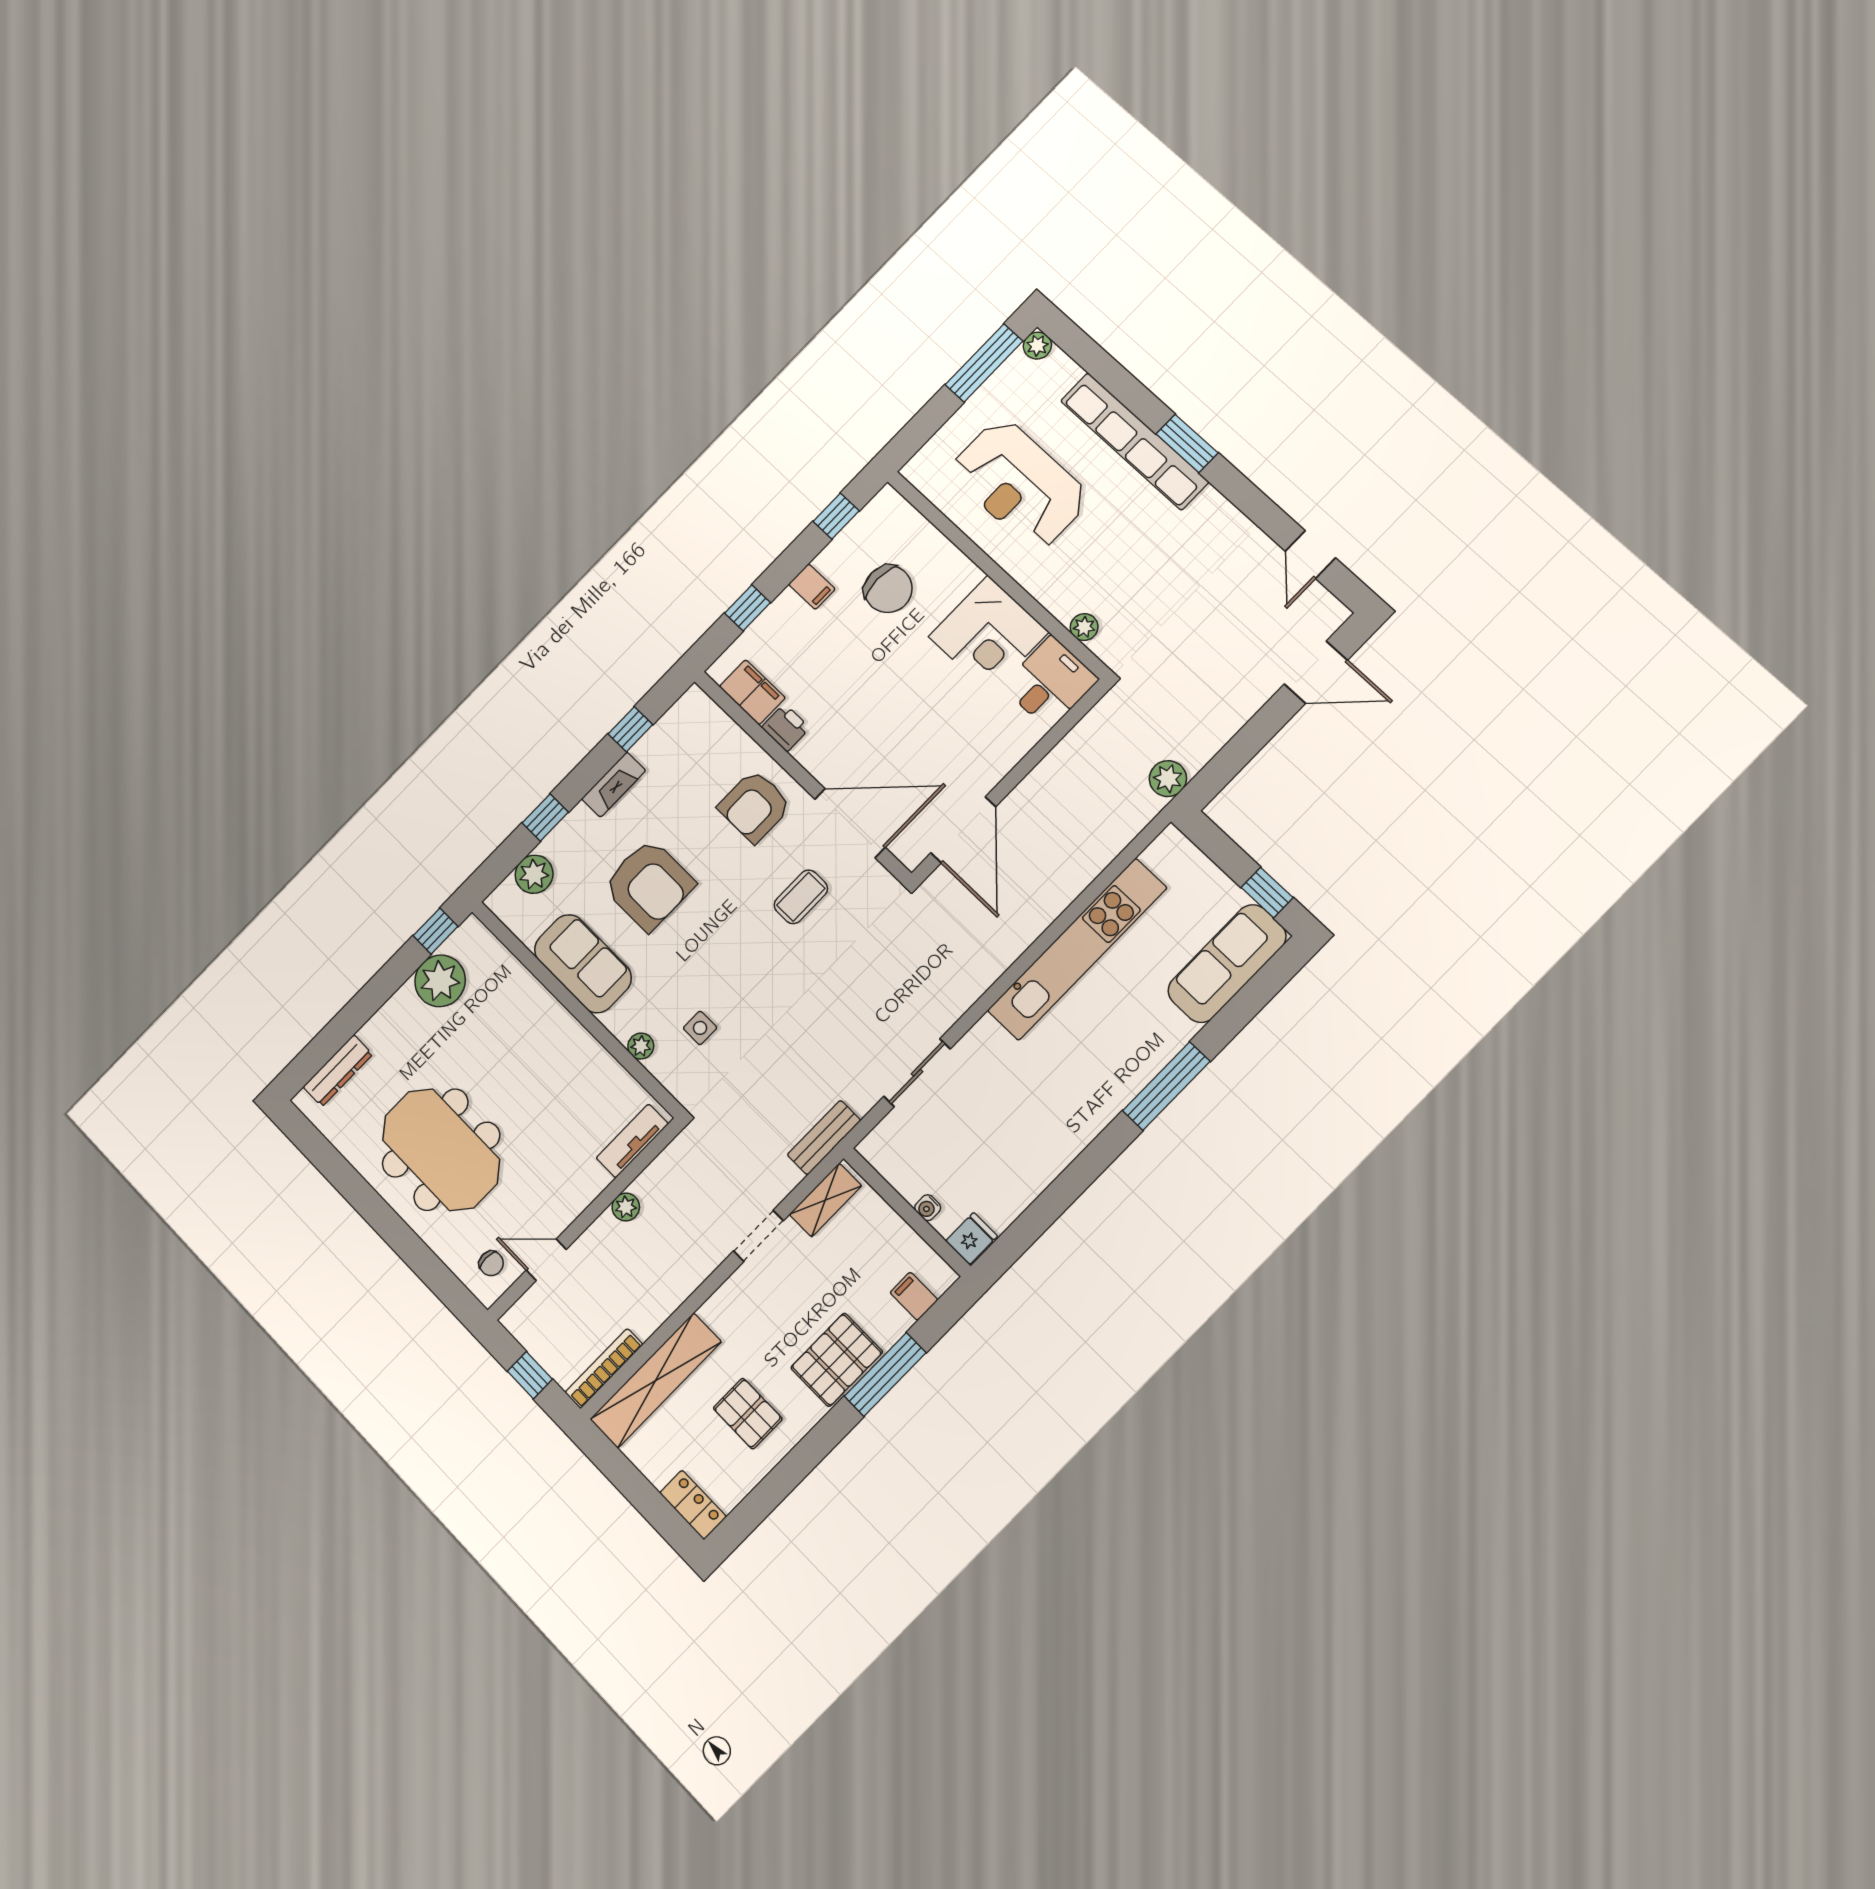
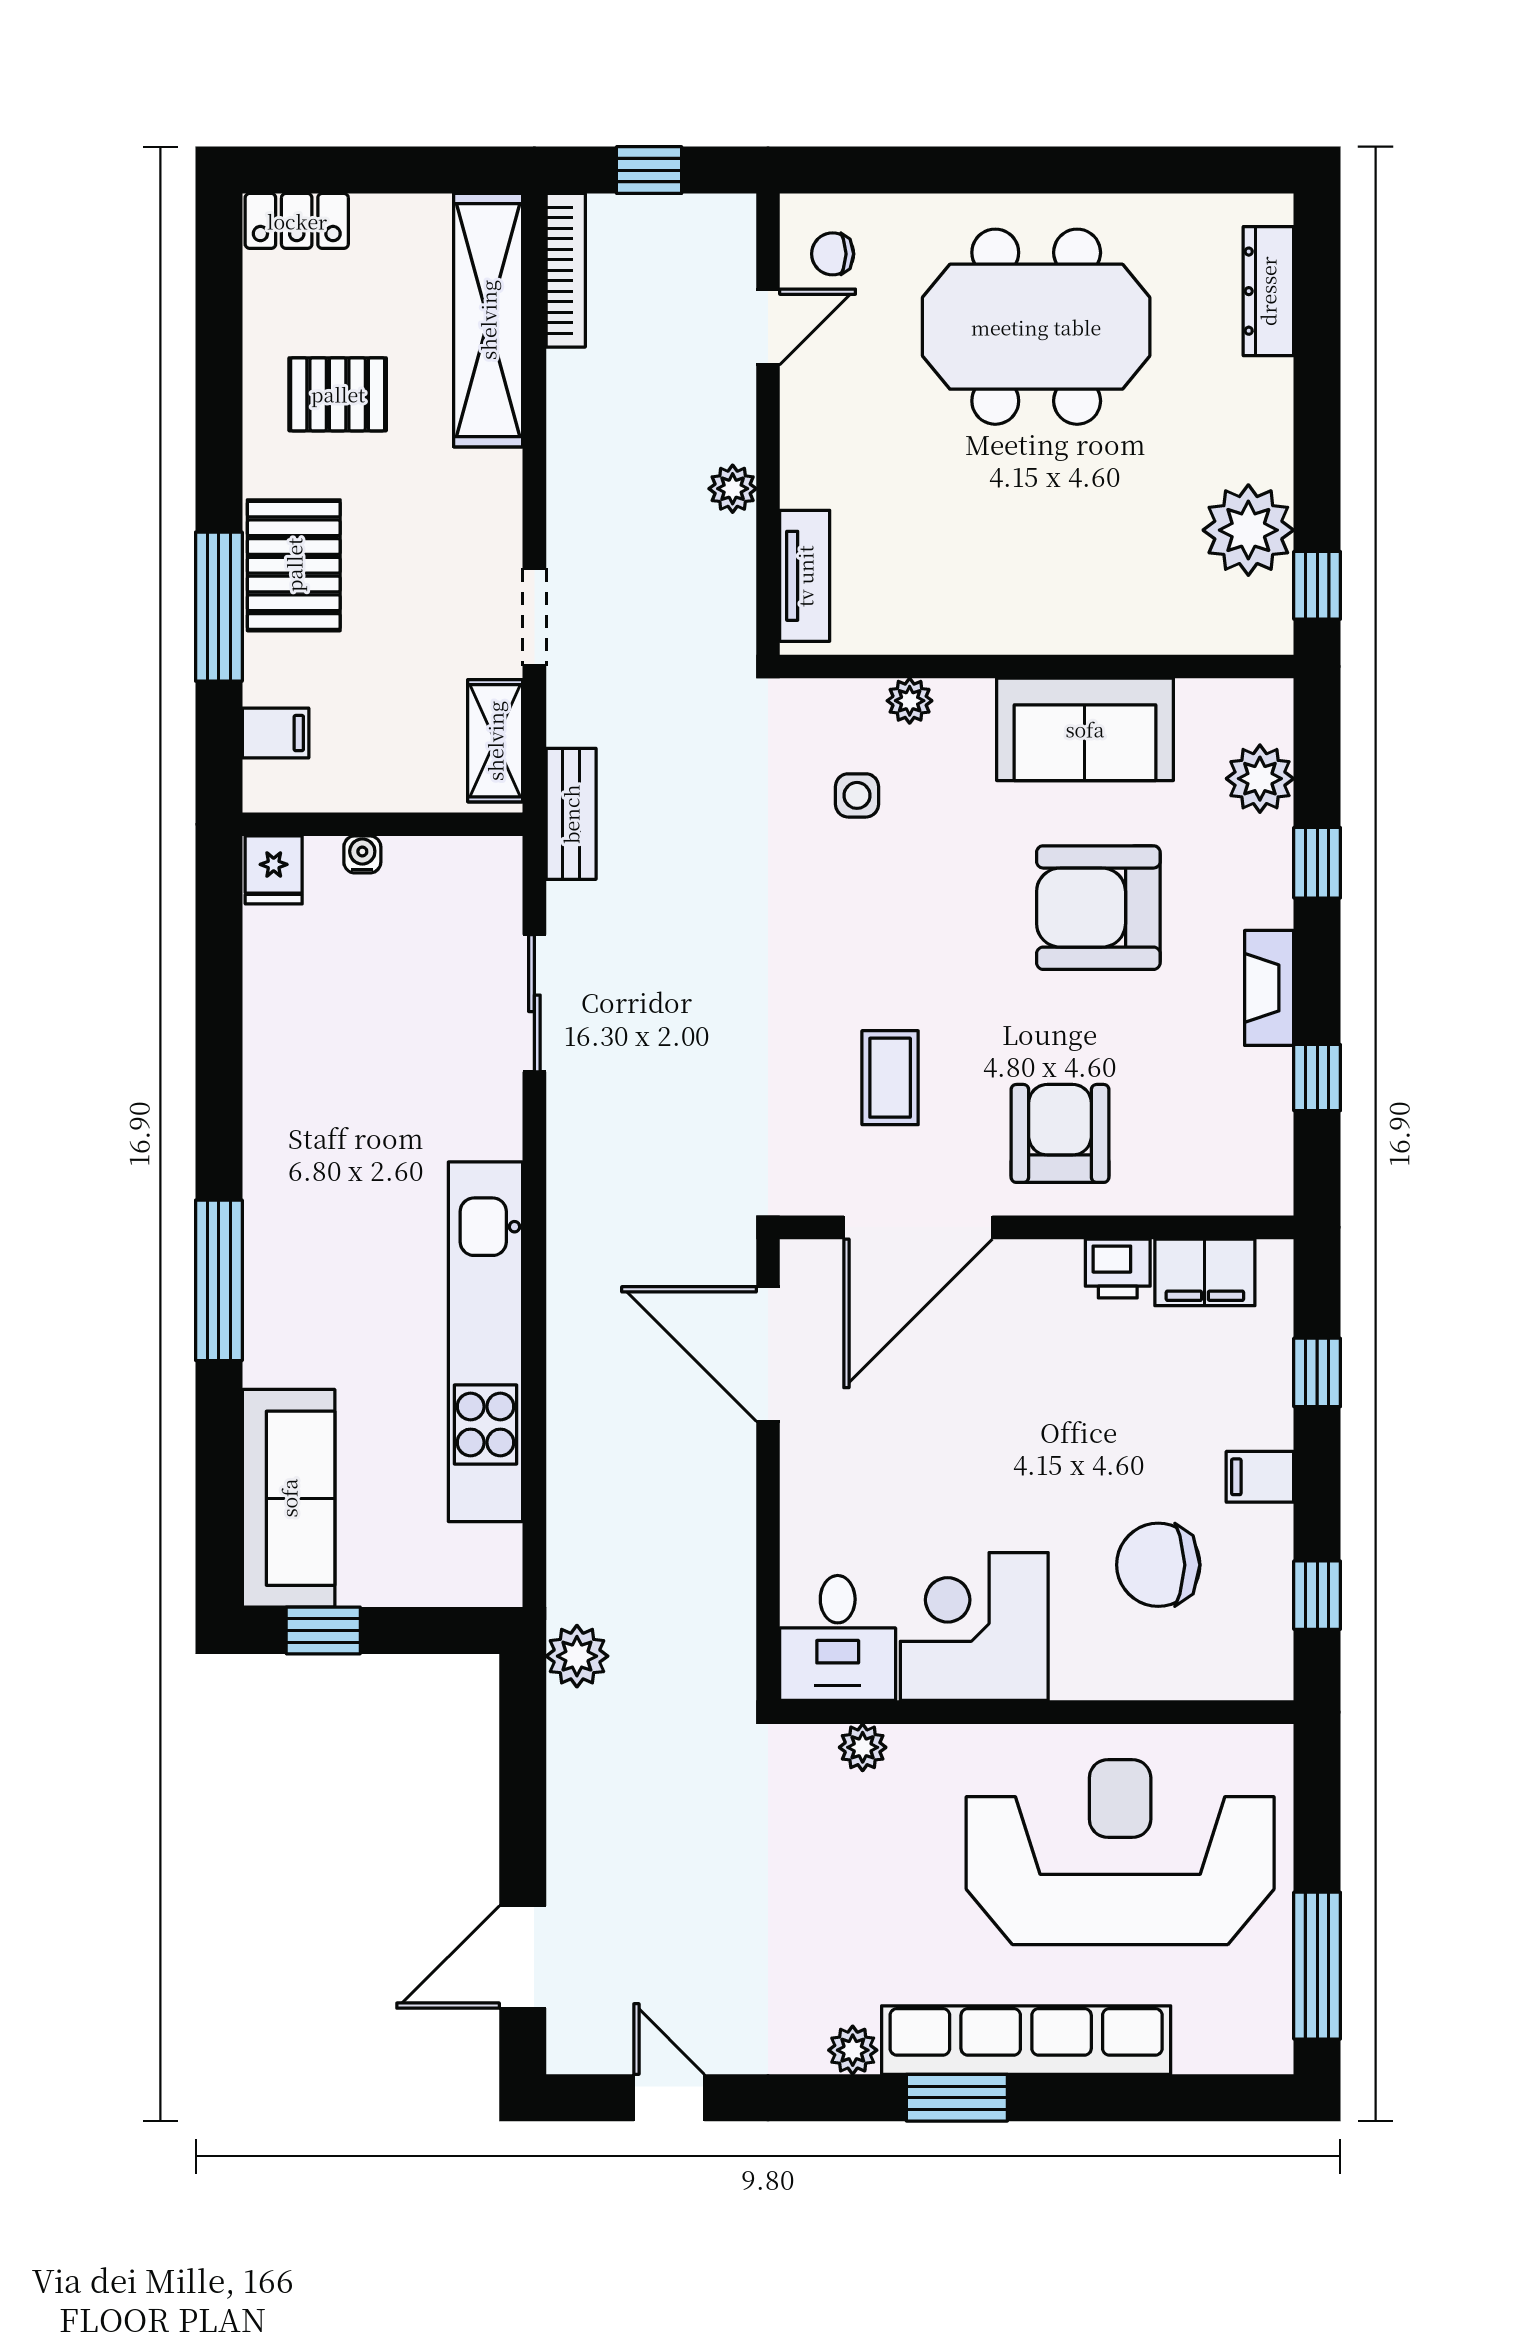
plant: (1037, 346) -> (853, 2050), moved
reception desk: (1019, 484) -> (1120, 1852), width x1.36, depth x1.30

